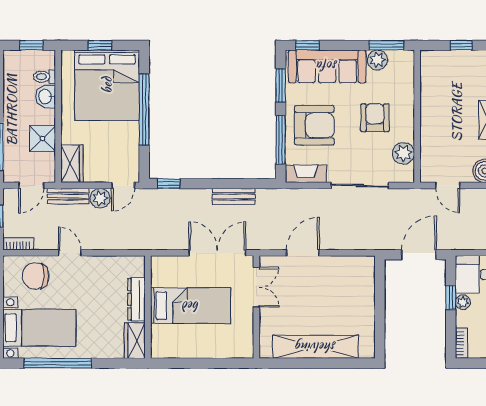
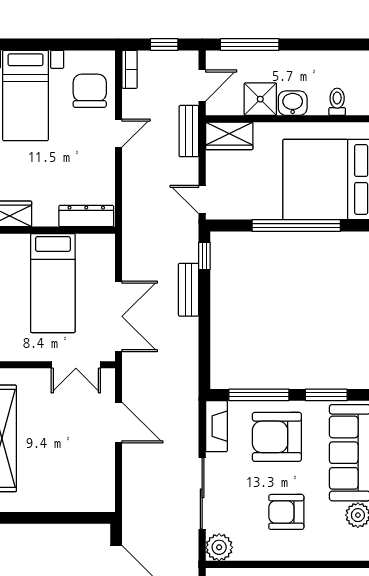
washbasin: (46, 96) -> (293, 103), moved
armchair: (375, 118) -> (286, 512), turned 180
armchair: (314, 125) -> (277, 437), turned 90
plant: (403, 153) -> (219, 547), moved
door: (31, 186) -> (202, 85), swing flipped
bench: (234, 196) -> (189, 290), moved
plant: (100, 198) -> (186, 171), removed
dresser: (136, 299) -> (86, 216), moved

